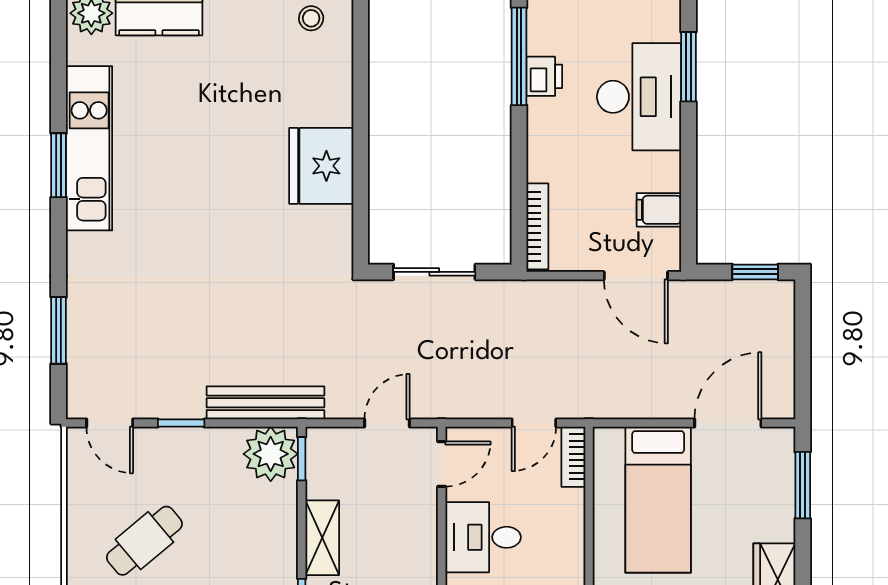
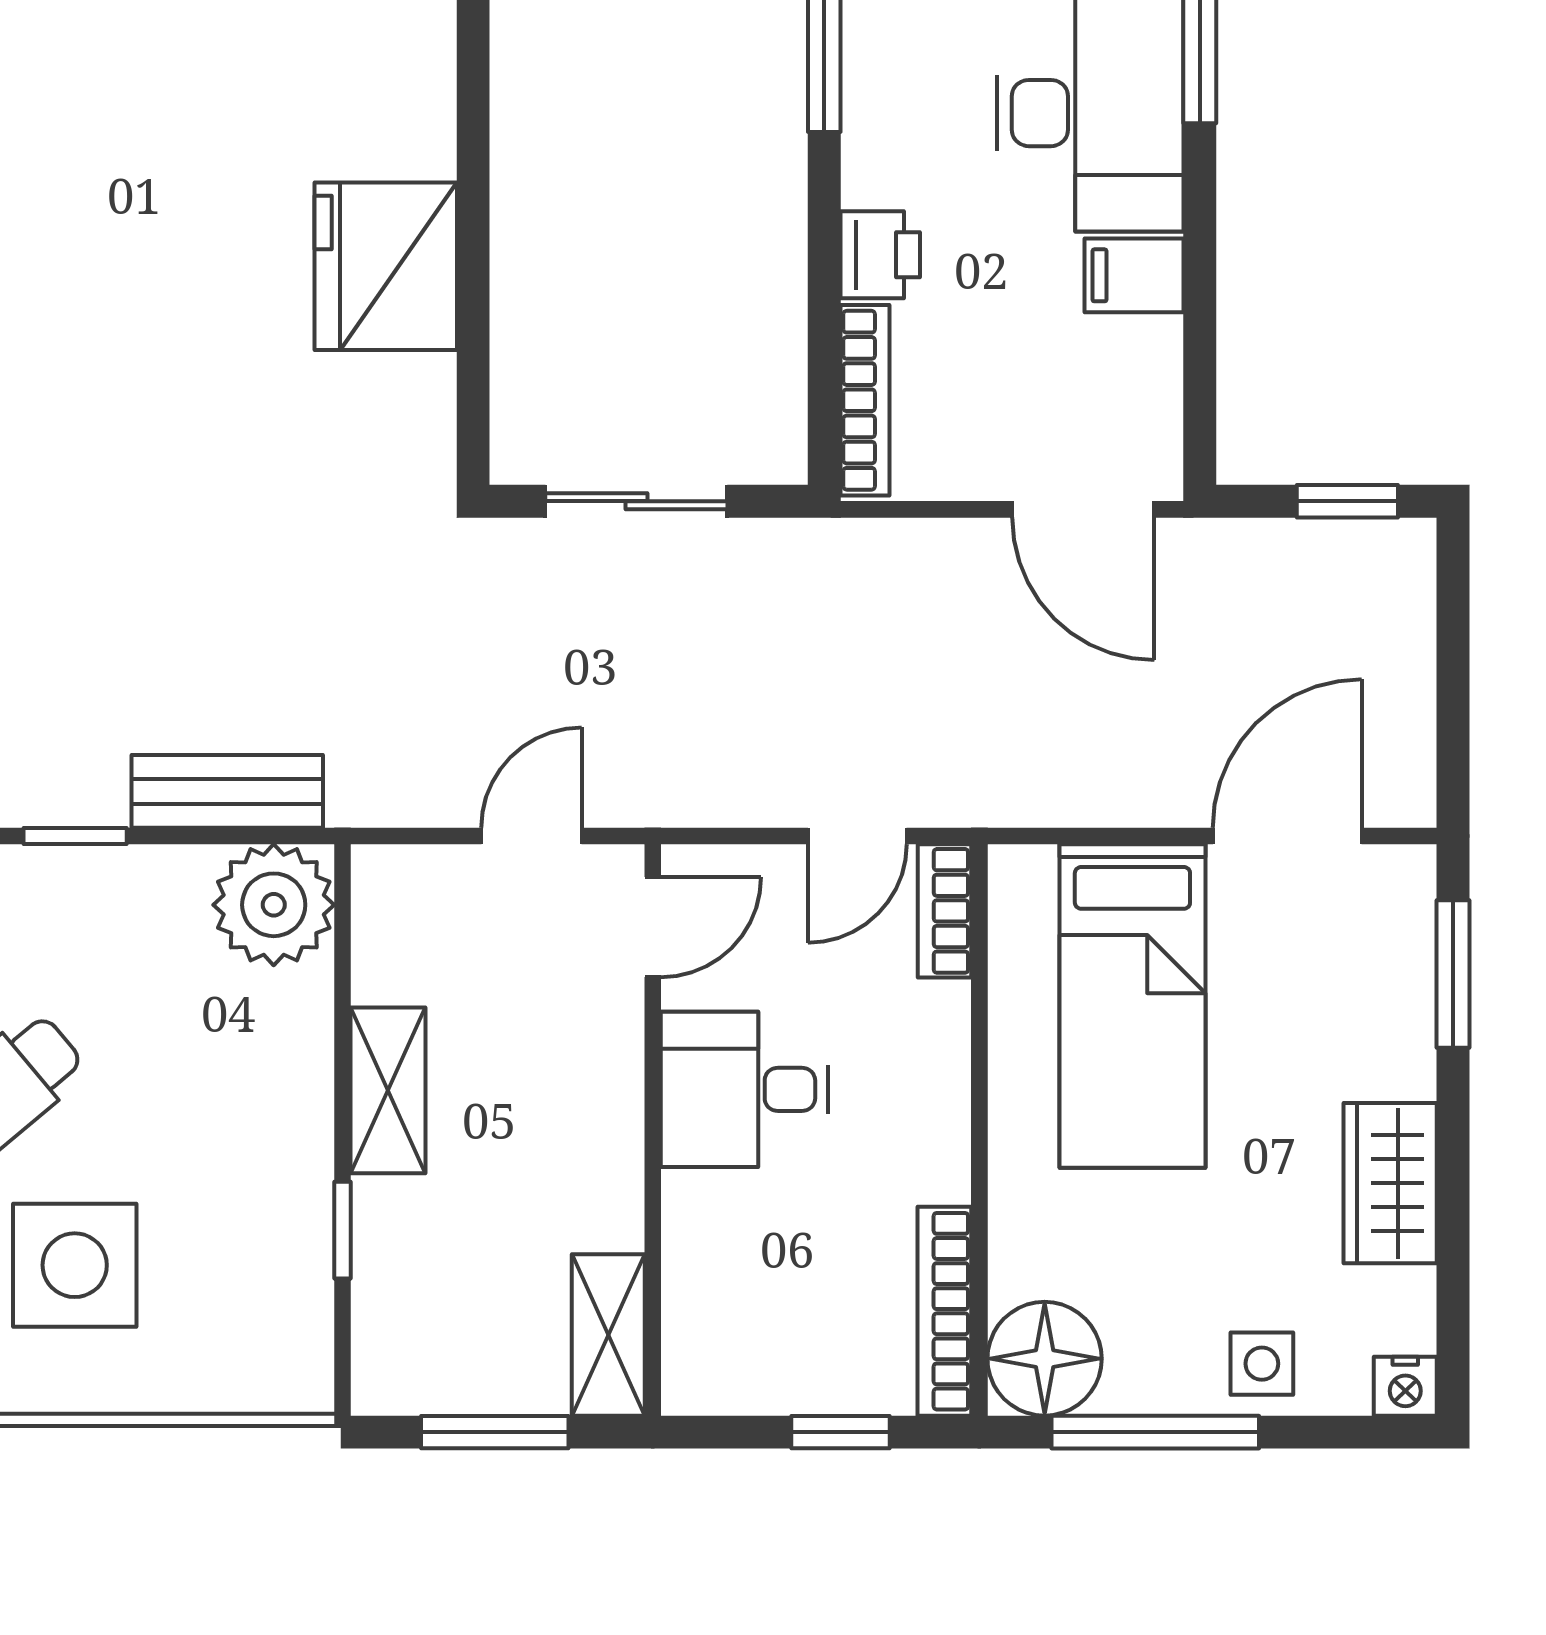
printer: (544, 76) -> (880, 255), moved
filing cabinet: (659, 210) -> (1134, 275), moved
bench: (265, 403) -> (227, 791), width x0.73
window: (302, 459) -> (342, 915), removed

